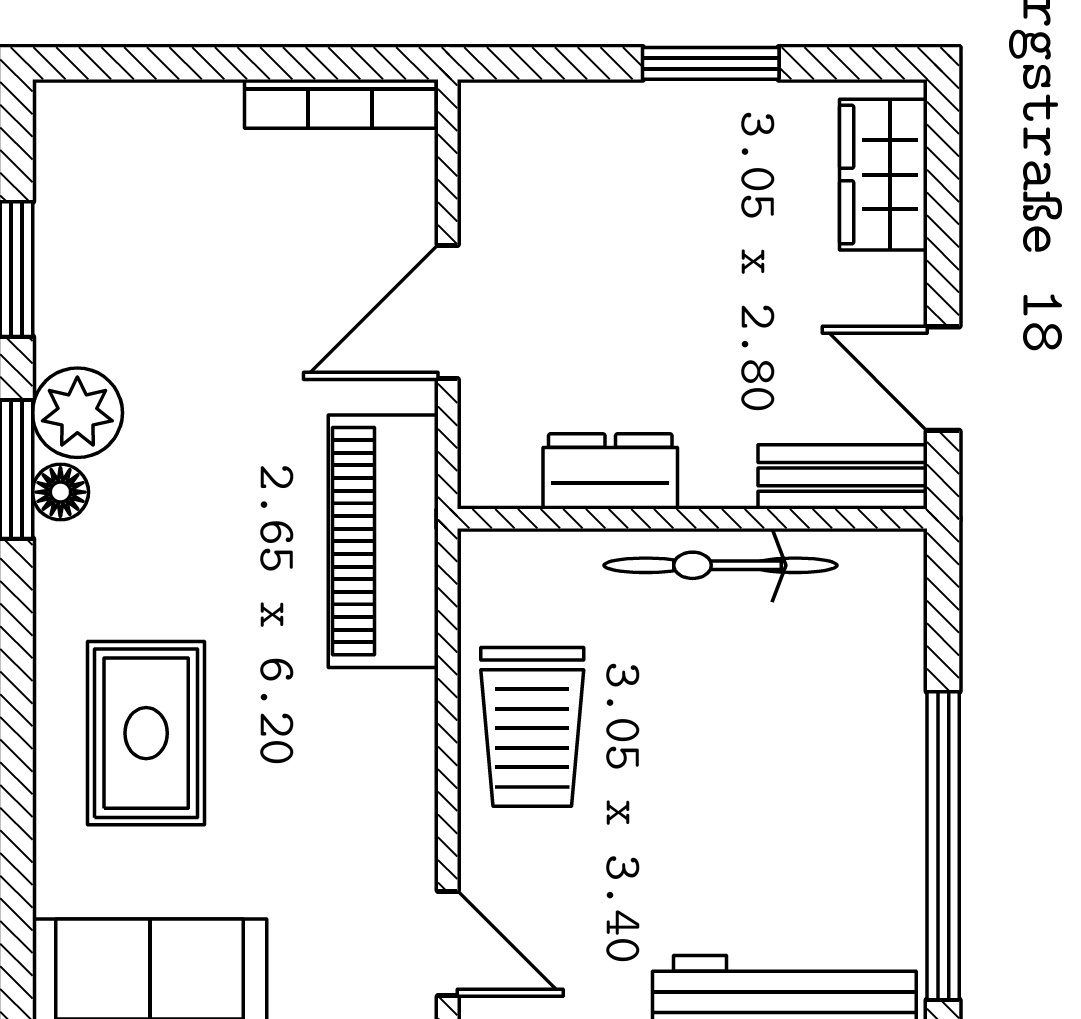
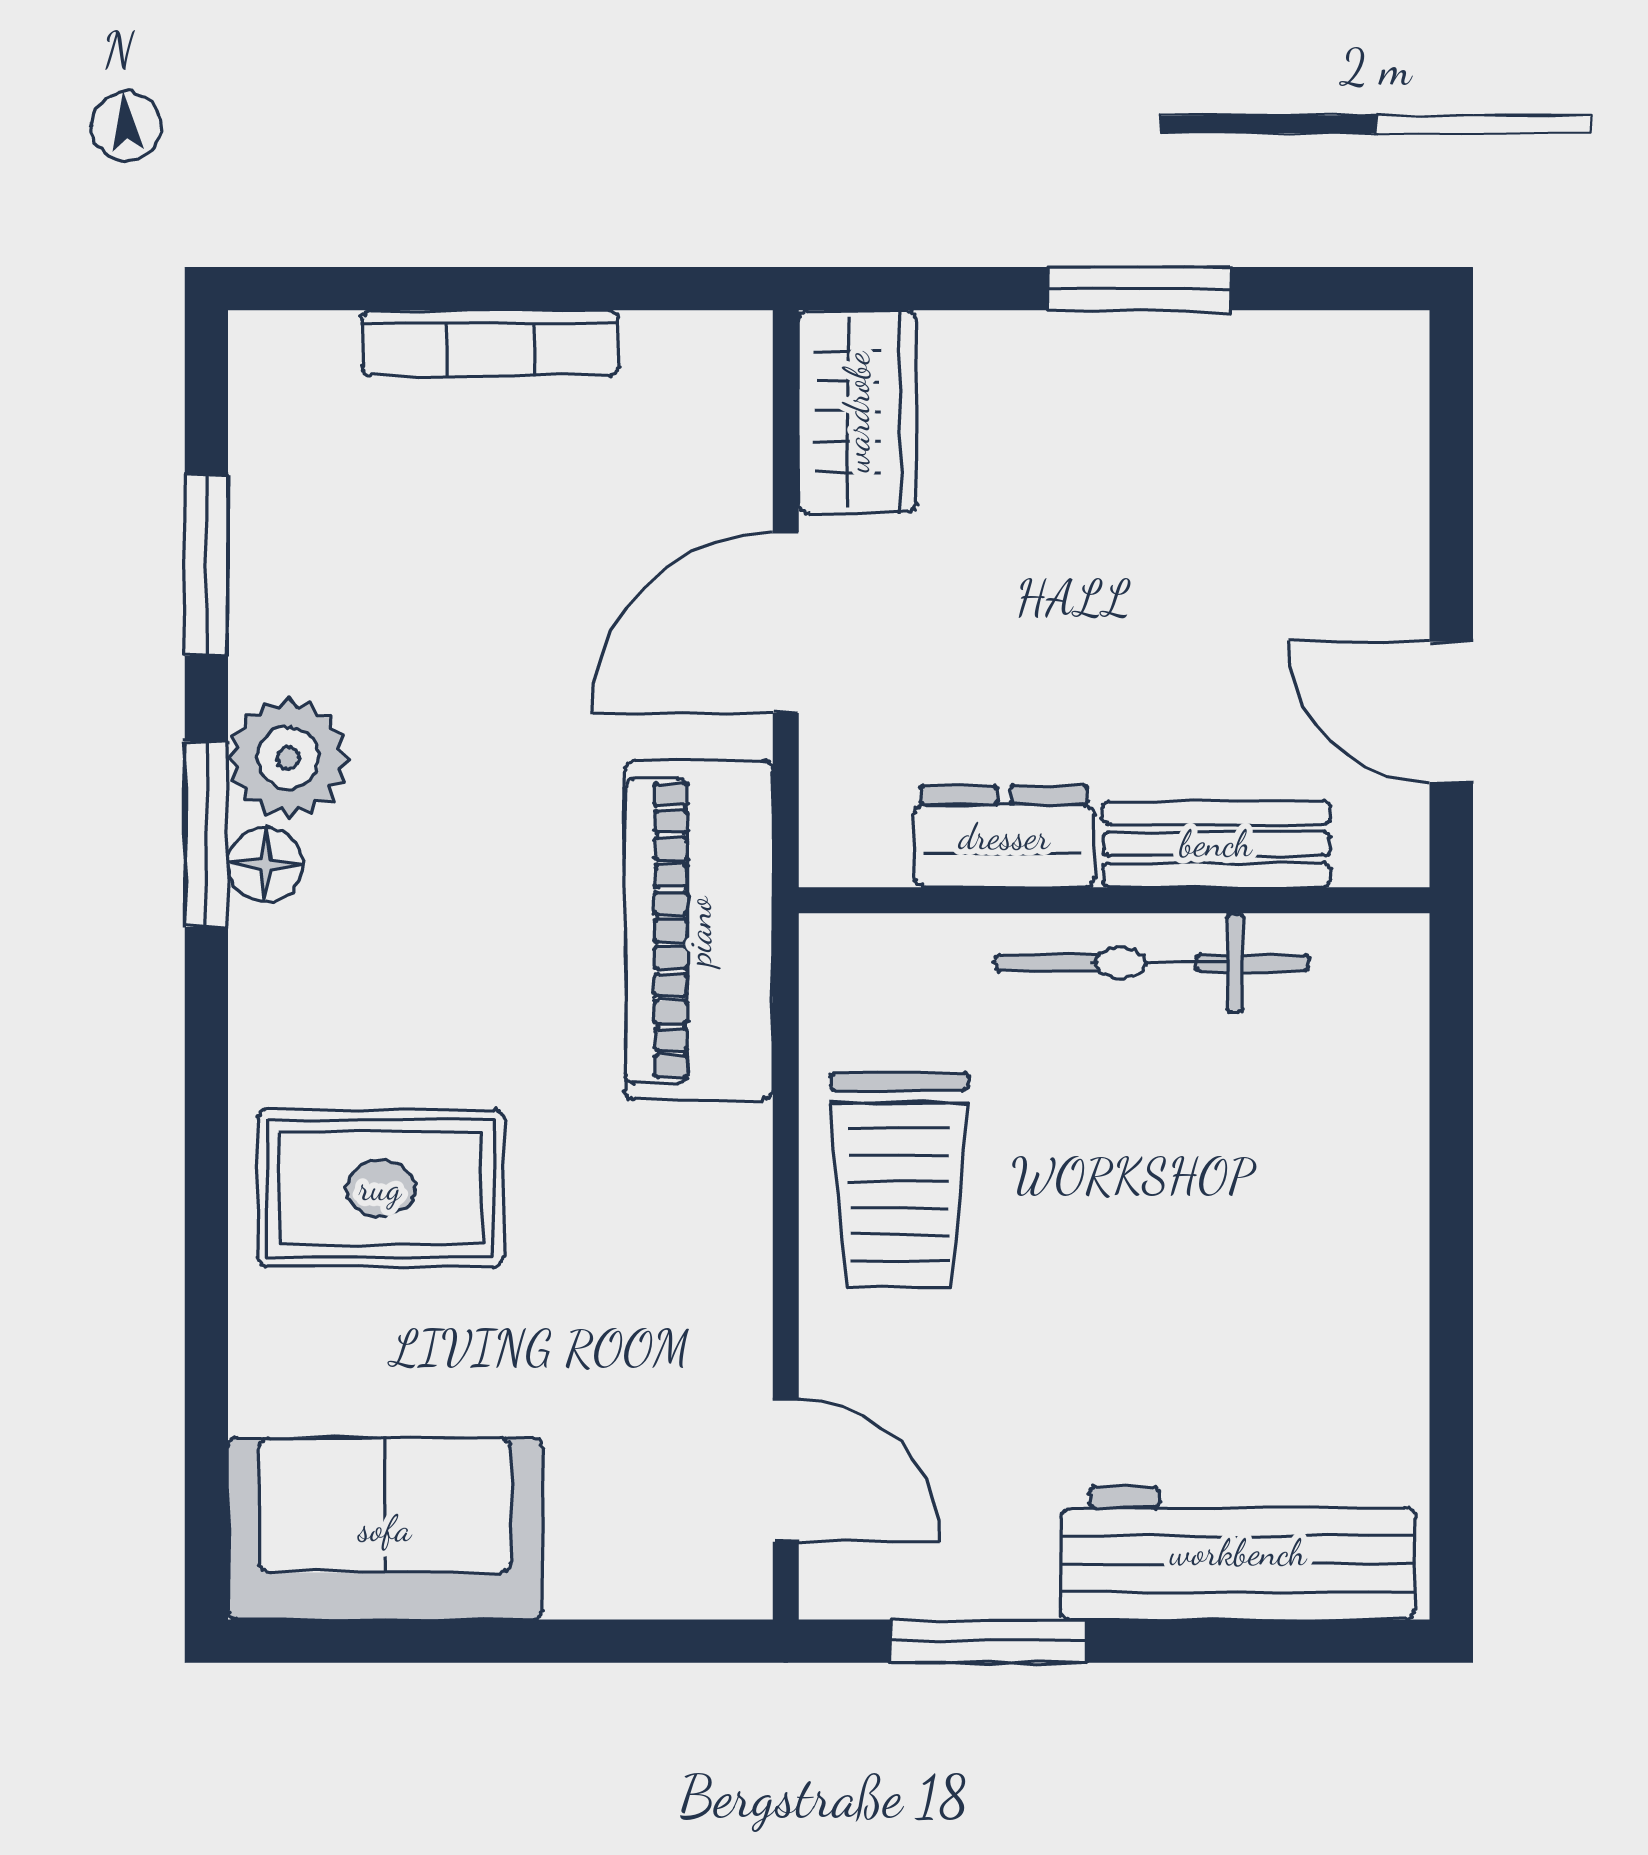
bookcase: (340, 104) -> (490, 343), moved
wardrobe: (883, 175) -> (857, 412), moved, turned 180
bench: (843, 477) -> (1216, 844), moved
rug: (146, 733) -> (380, 1188), turned 90
window: (943, 846) -> (1451, 1339), removed

